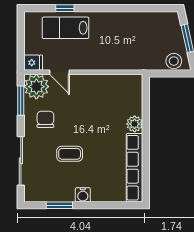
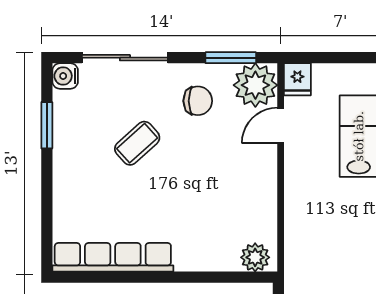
plant: (135, 124) -> (255, 257), moved
coffee table: (70, 154) -> (137, 143), turned 48
water cooler: (83, 195) -> (65, 76), moved

